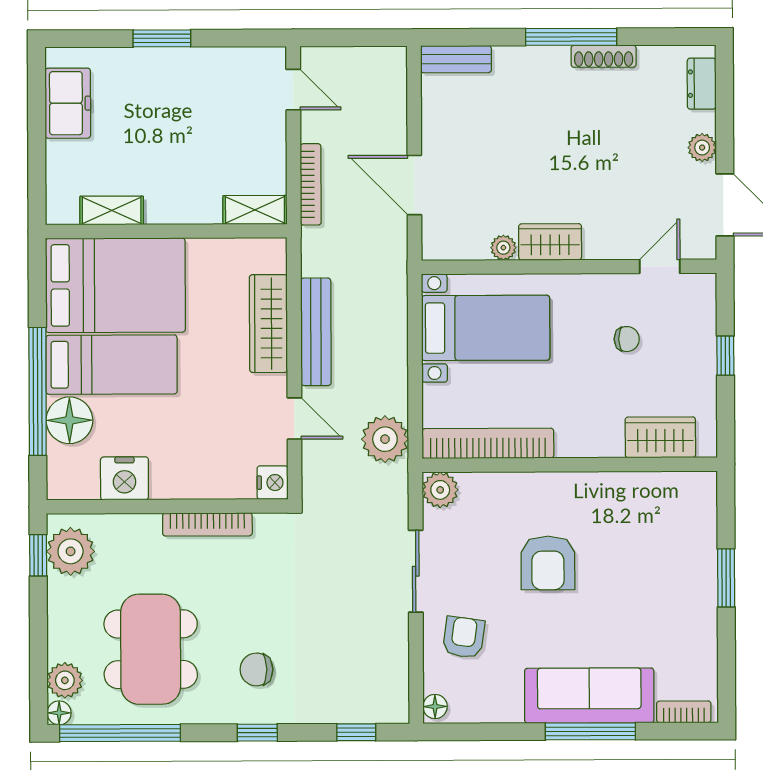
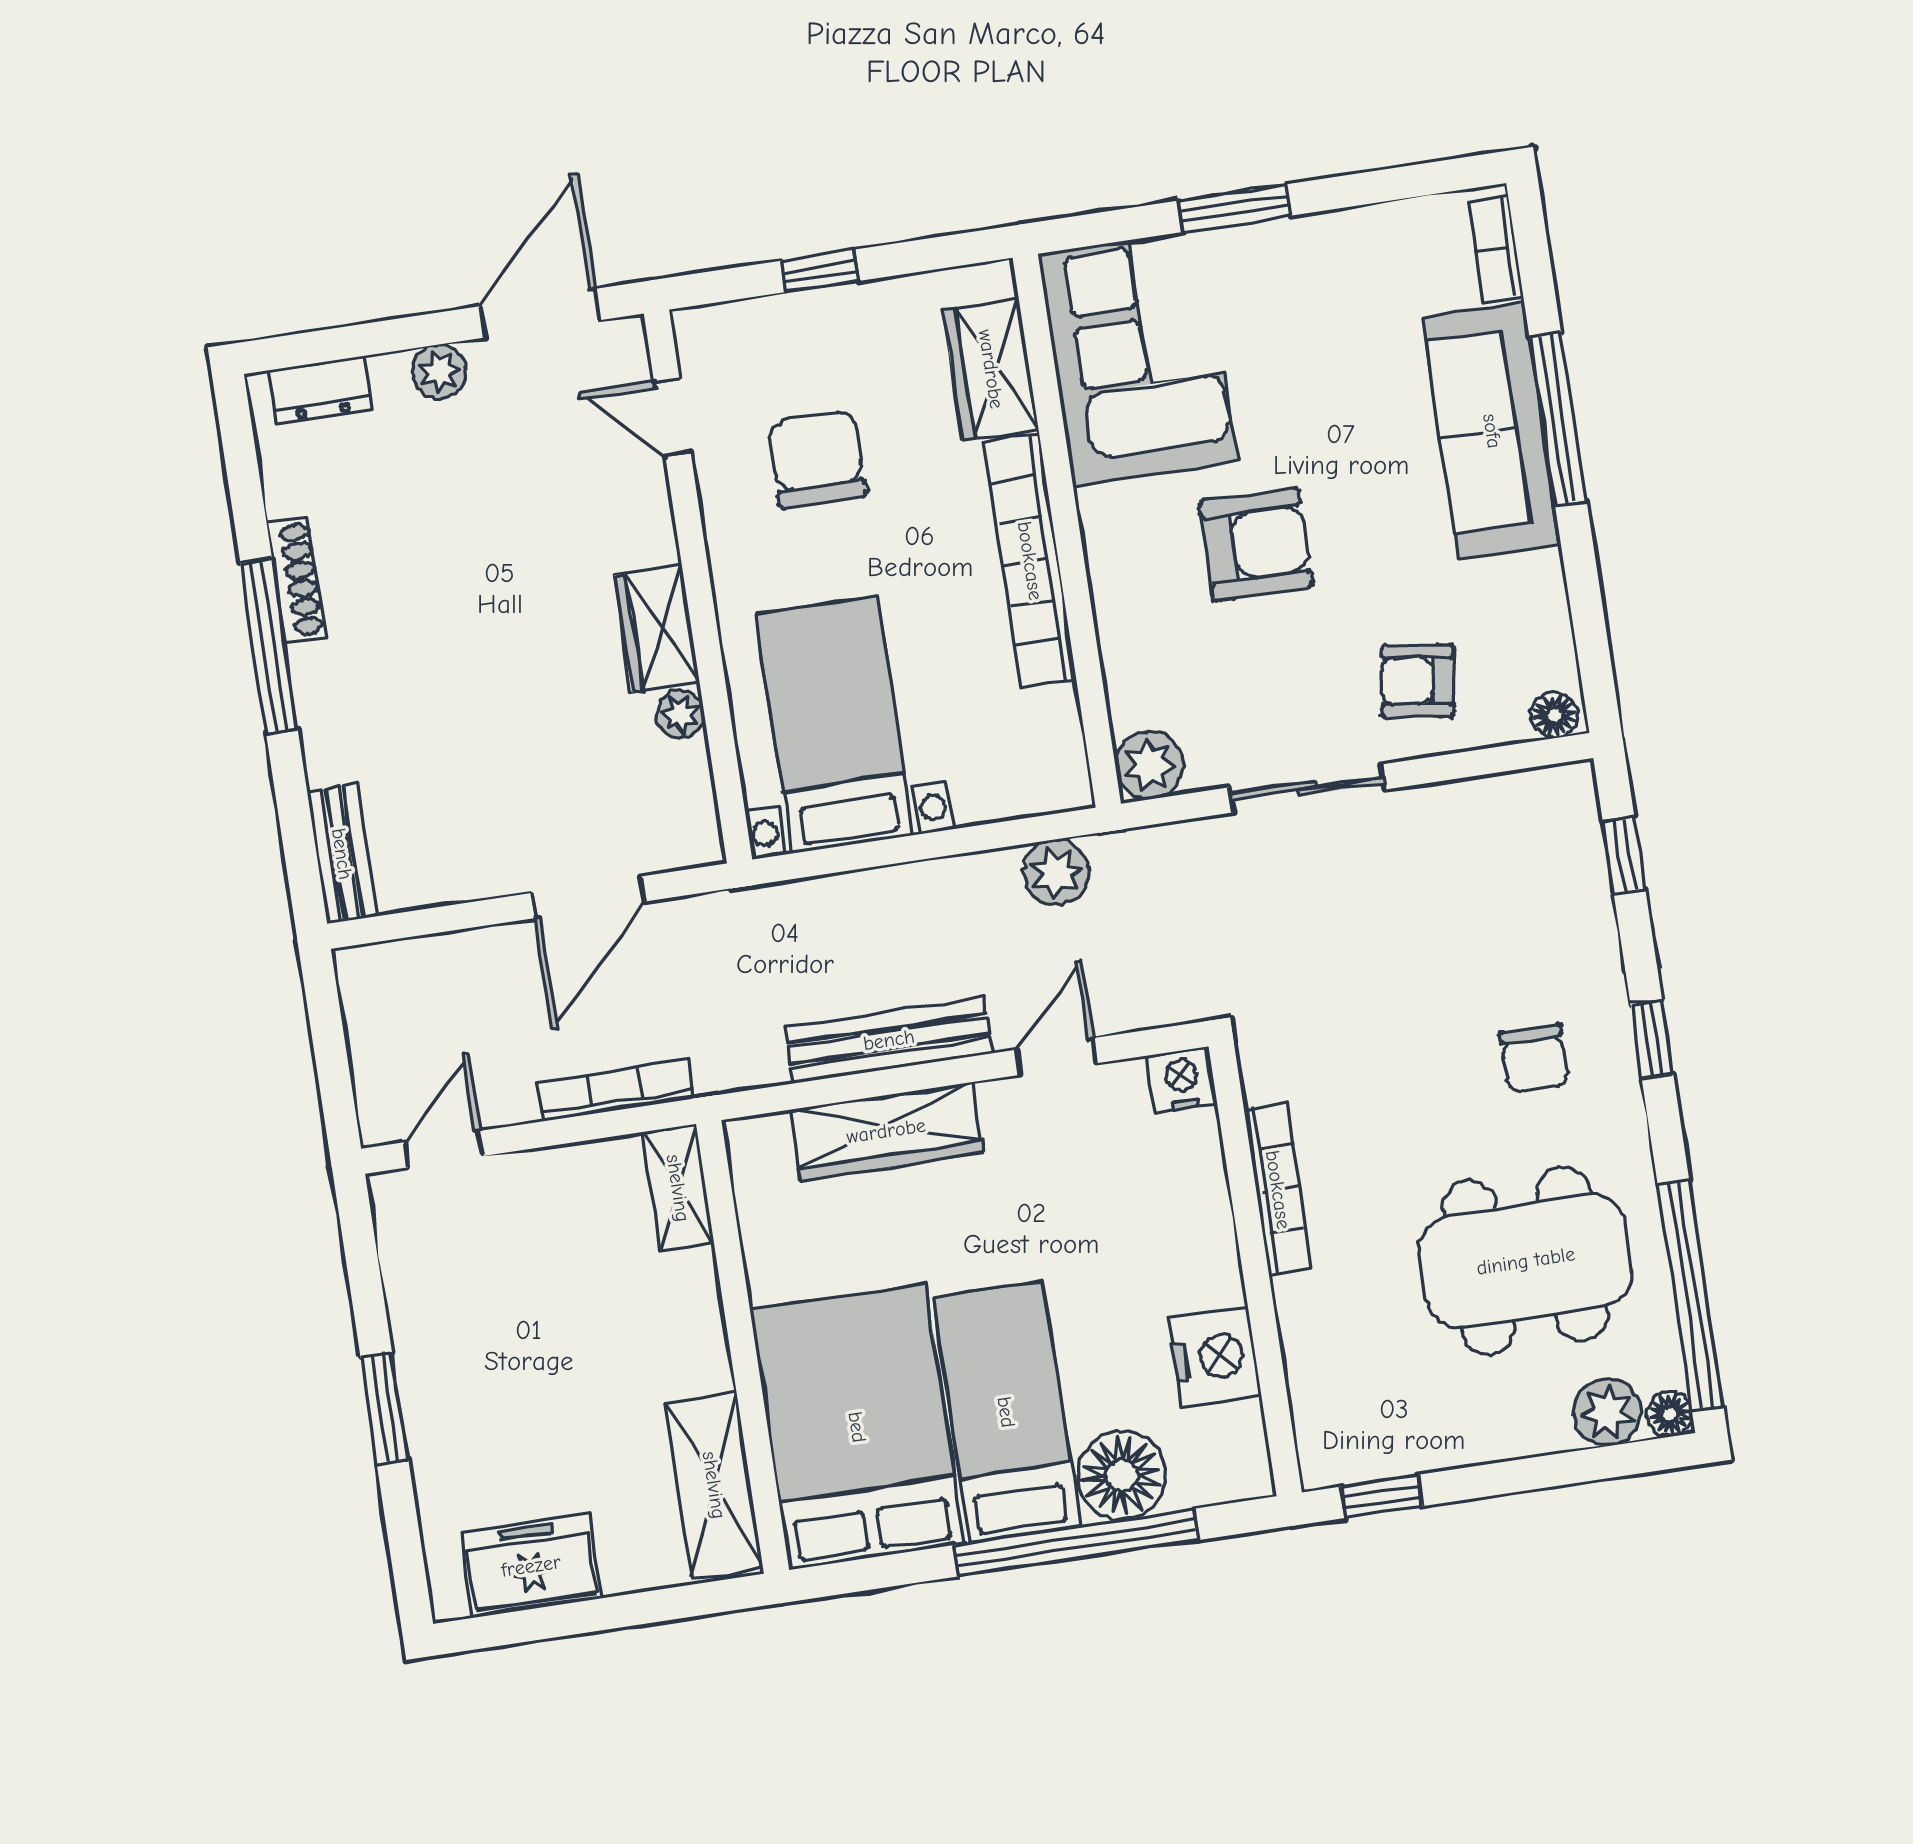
shelving: (112, 210) -> (714, 1485), width x1.50, depth x1.33
chair: (627, 339) -> (817, 459), width x1.87, depth x1.87
plant: (385, 439) -> (1056, 872), width x0.73, depth x0.73
bookcase: (488, 443) -> (1030, 561), moved
corner sofa: (655, 516) -> (1138, 358), added
plant: (71, 551) -> (1366, 1437), removed

